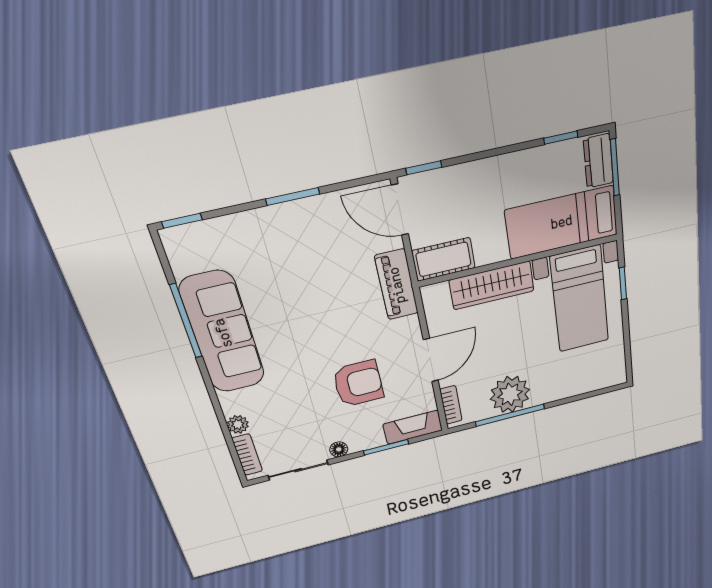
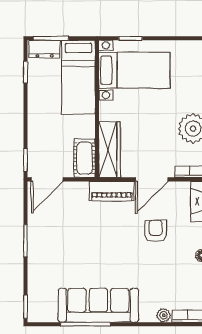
piano: (397, 285) -> (112, 191), moved
wardrobe: (492, 285) -> (110, 150), moved
door: (431, 360) -> (152, 179), swing flipped
armchair: (358, 383) -> (156, 231), width x0.72, depth x0.72

